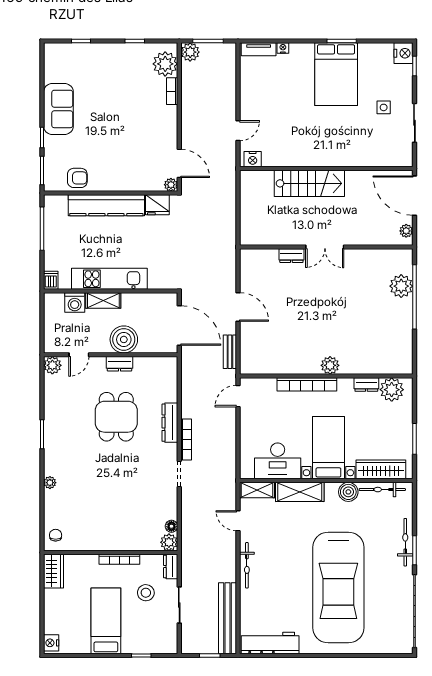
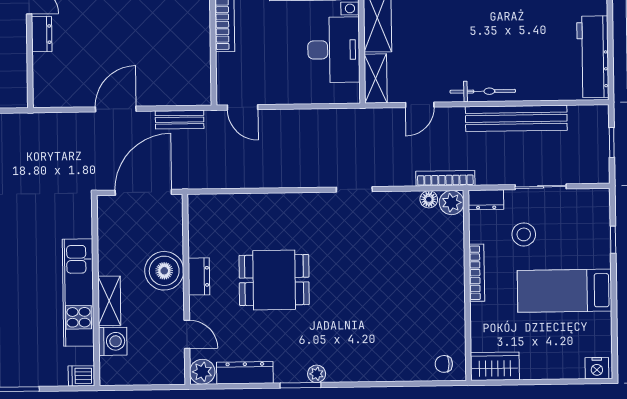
dresser: (170, 423) -> (245, 373), moved, turned 180
bookcase: (186, 439) -> (445, 178), moved
plant: (50, 483) -> (317, 374), moved
bench: (228, 618) -> (516, 118), moved

